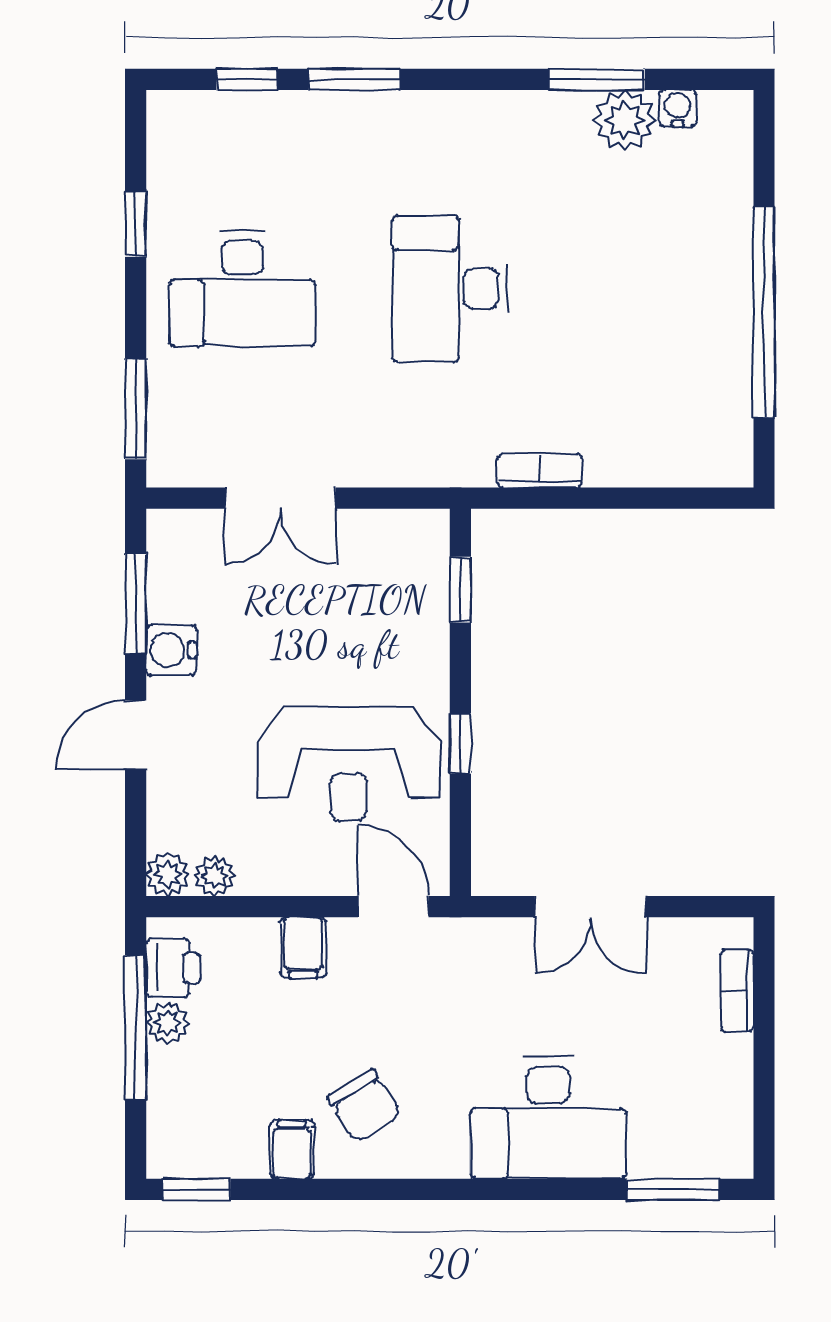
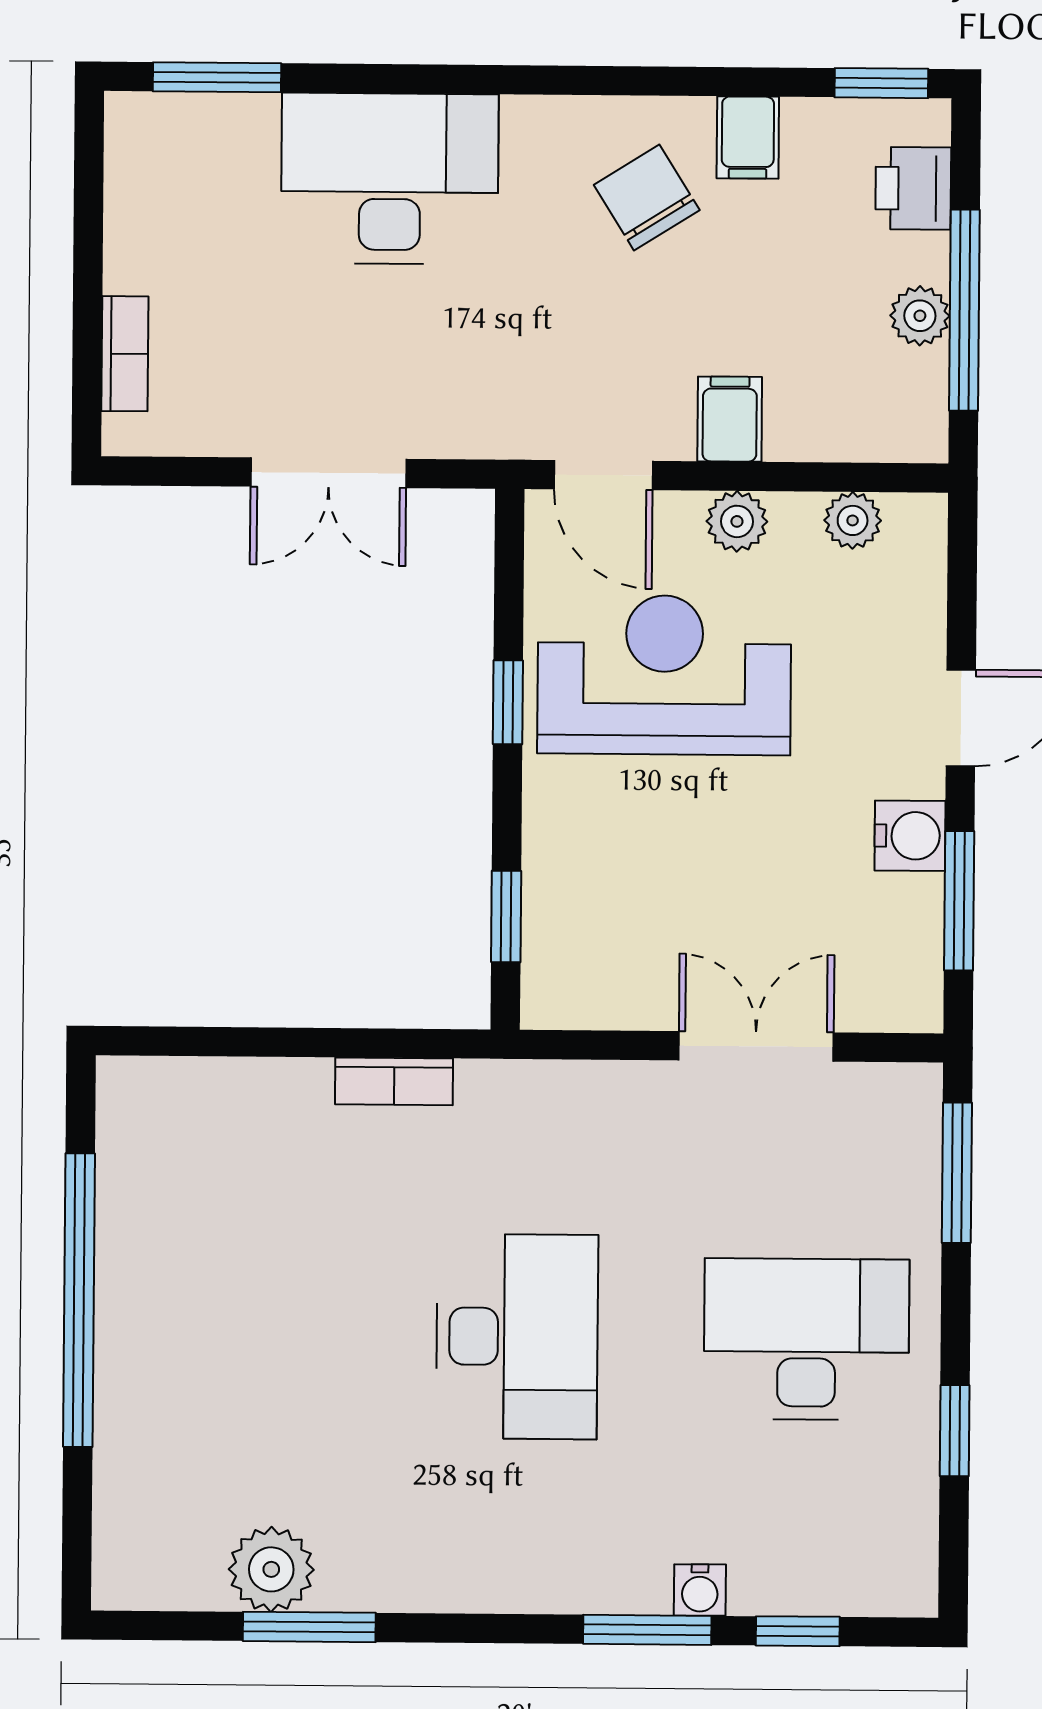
water cooler: (678, 108) -> (700, 1590), moved
plant: (168, 874) -> (737, 521), moved
double door: (590, 907) -> (329, 473), swing flipped
printer: (173, 968) -> (913, 188), moved

